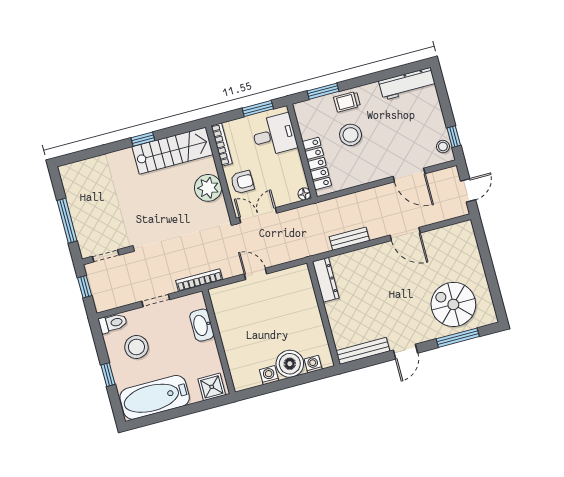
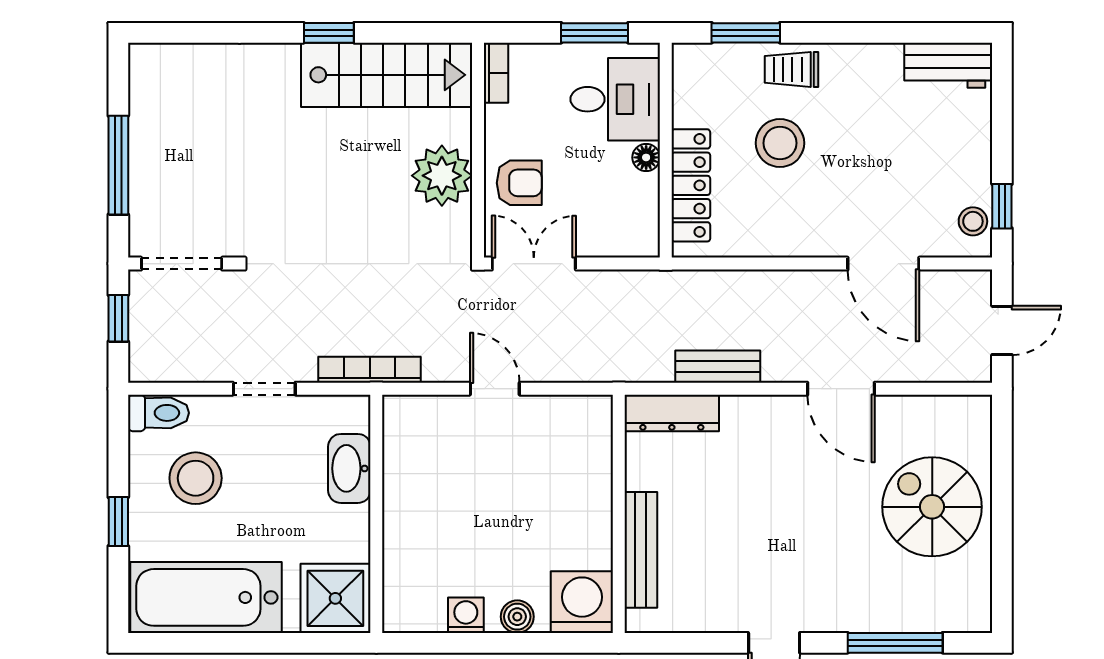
workbench: (407, 84) -> (948, 65), width x0.73
bookcase: (222, 145) -> (496, 73), width x0.64
floor lamp: (304, 194) -> (646, 157), moved
doorway: (106, 256) -> (182, 264), width x1.38
dresser: (326, 280) -> (672, 413), moved, turned 90
spiral stairs: (453, 304) -> (932, 507), moved
bench: (363, 351) -> (641, 550), moved, turned 90
boiler: (290, 364) -> (517, 617), width x0.54, depth x0.54
washing machine: (313, 364) -> (582, 602), width x1.89, depth x1.89
shower: (212, 387) -> (335, 598), width x1.36, depth x1.36

